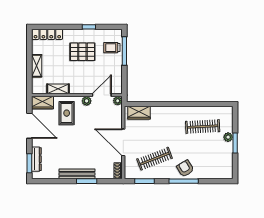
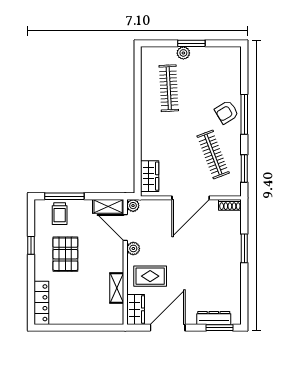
shelving: (37, 66) -> (108, 206), moved
bench: (77, 174) -> (234, 262), removed

